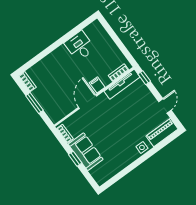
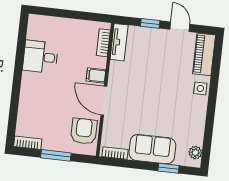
window: (144, 78) -> (150, 23), moved
tv unit: (122, 84) -> (119, 42), width x0.71
armchair: (61, 106) -> (84, 131), added
window: (75, 159) -> (169, 168), moved
plant: (105, 176) -> (195, 153), added

